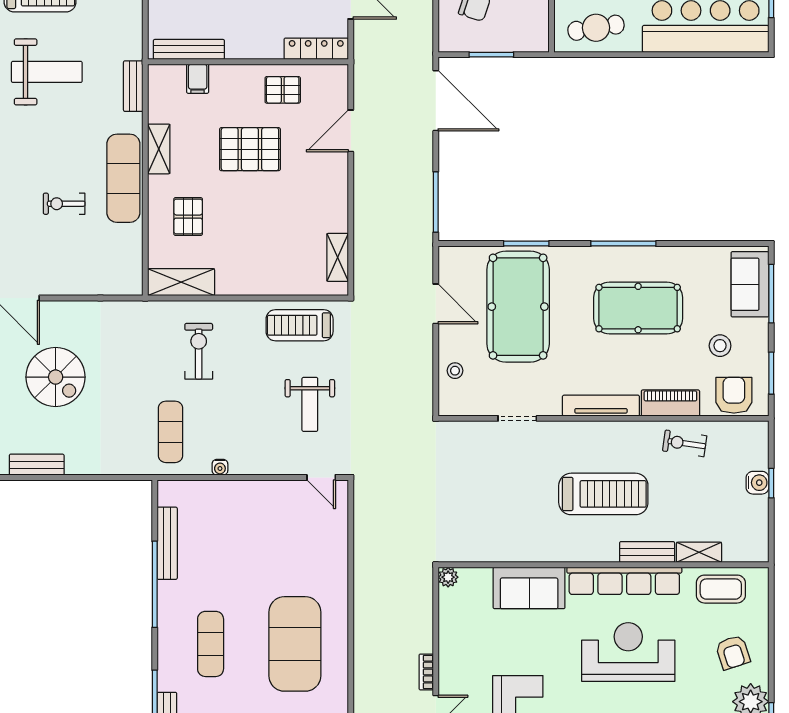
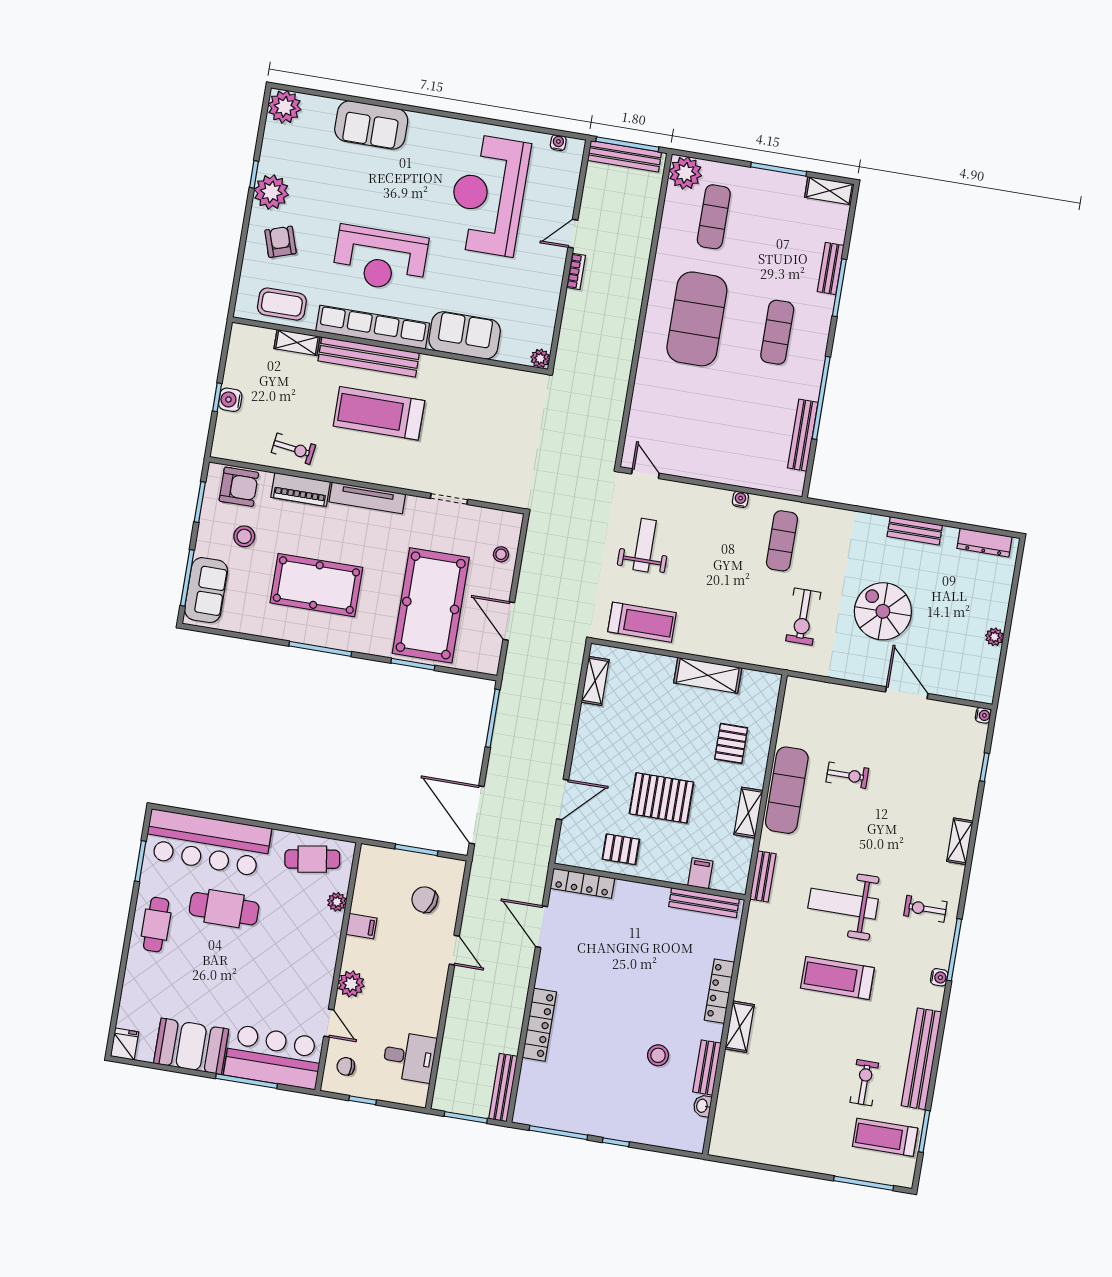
shelving: (181, 282) -> (708, 675), moved
exercise bike: (199, 351) -> (803, 617), moved
armchair: (734, 395) -> (239, 487), turned -90
bench: (647, 552) -> (369, 357), width x1.86, depth x1.21

